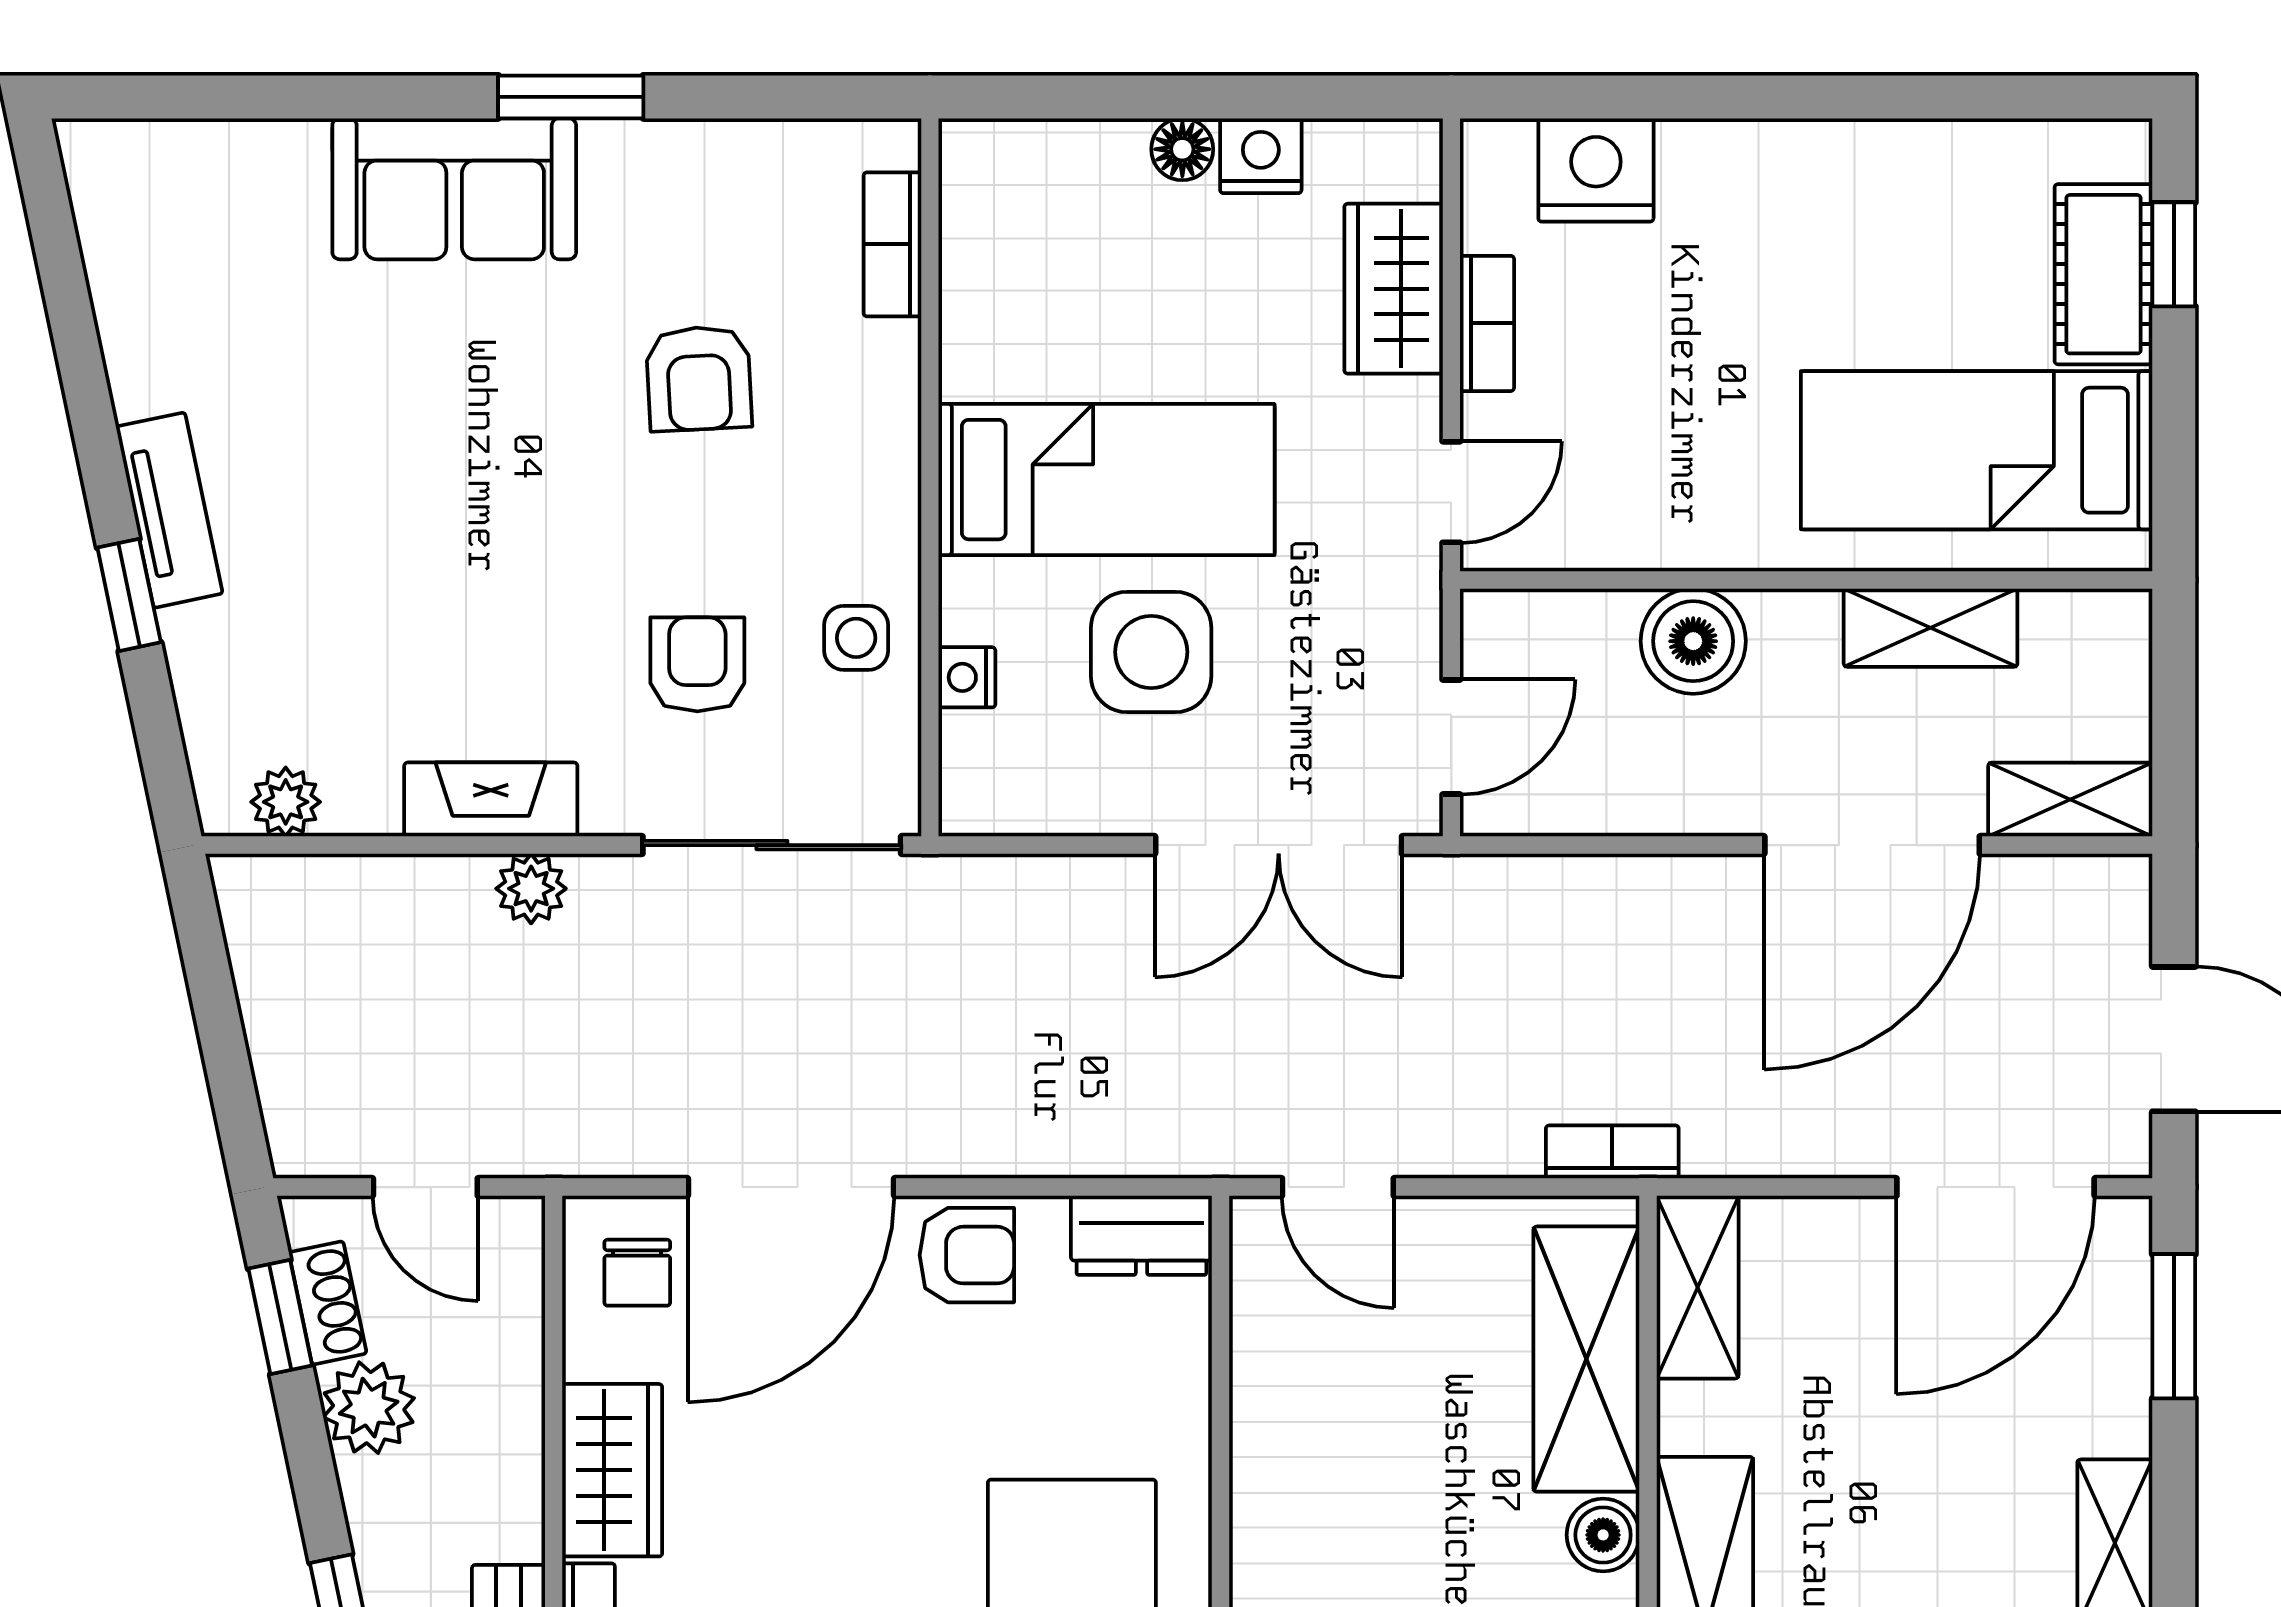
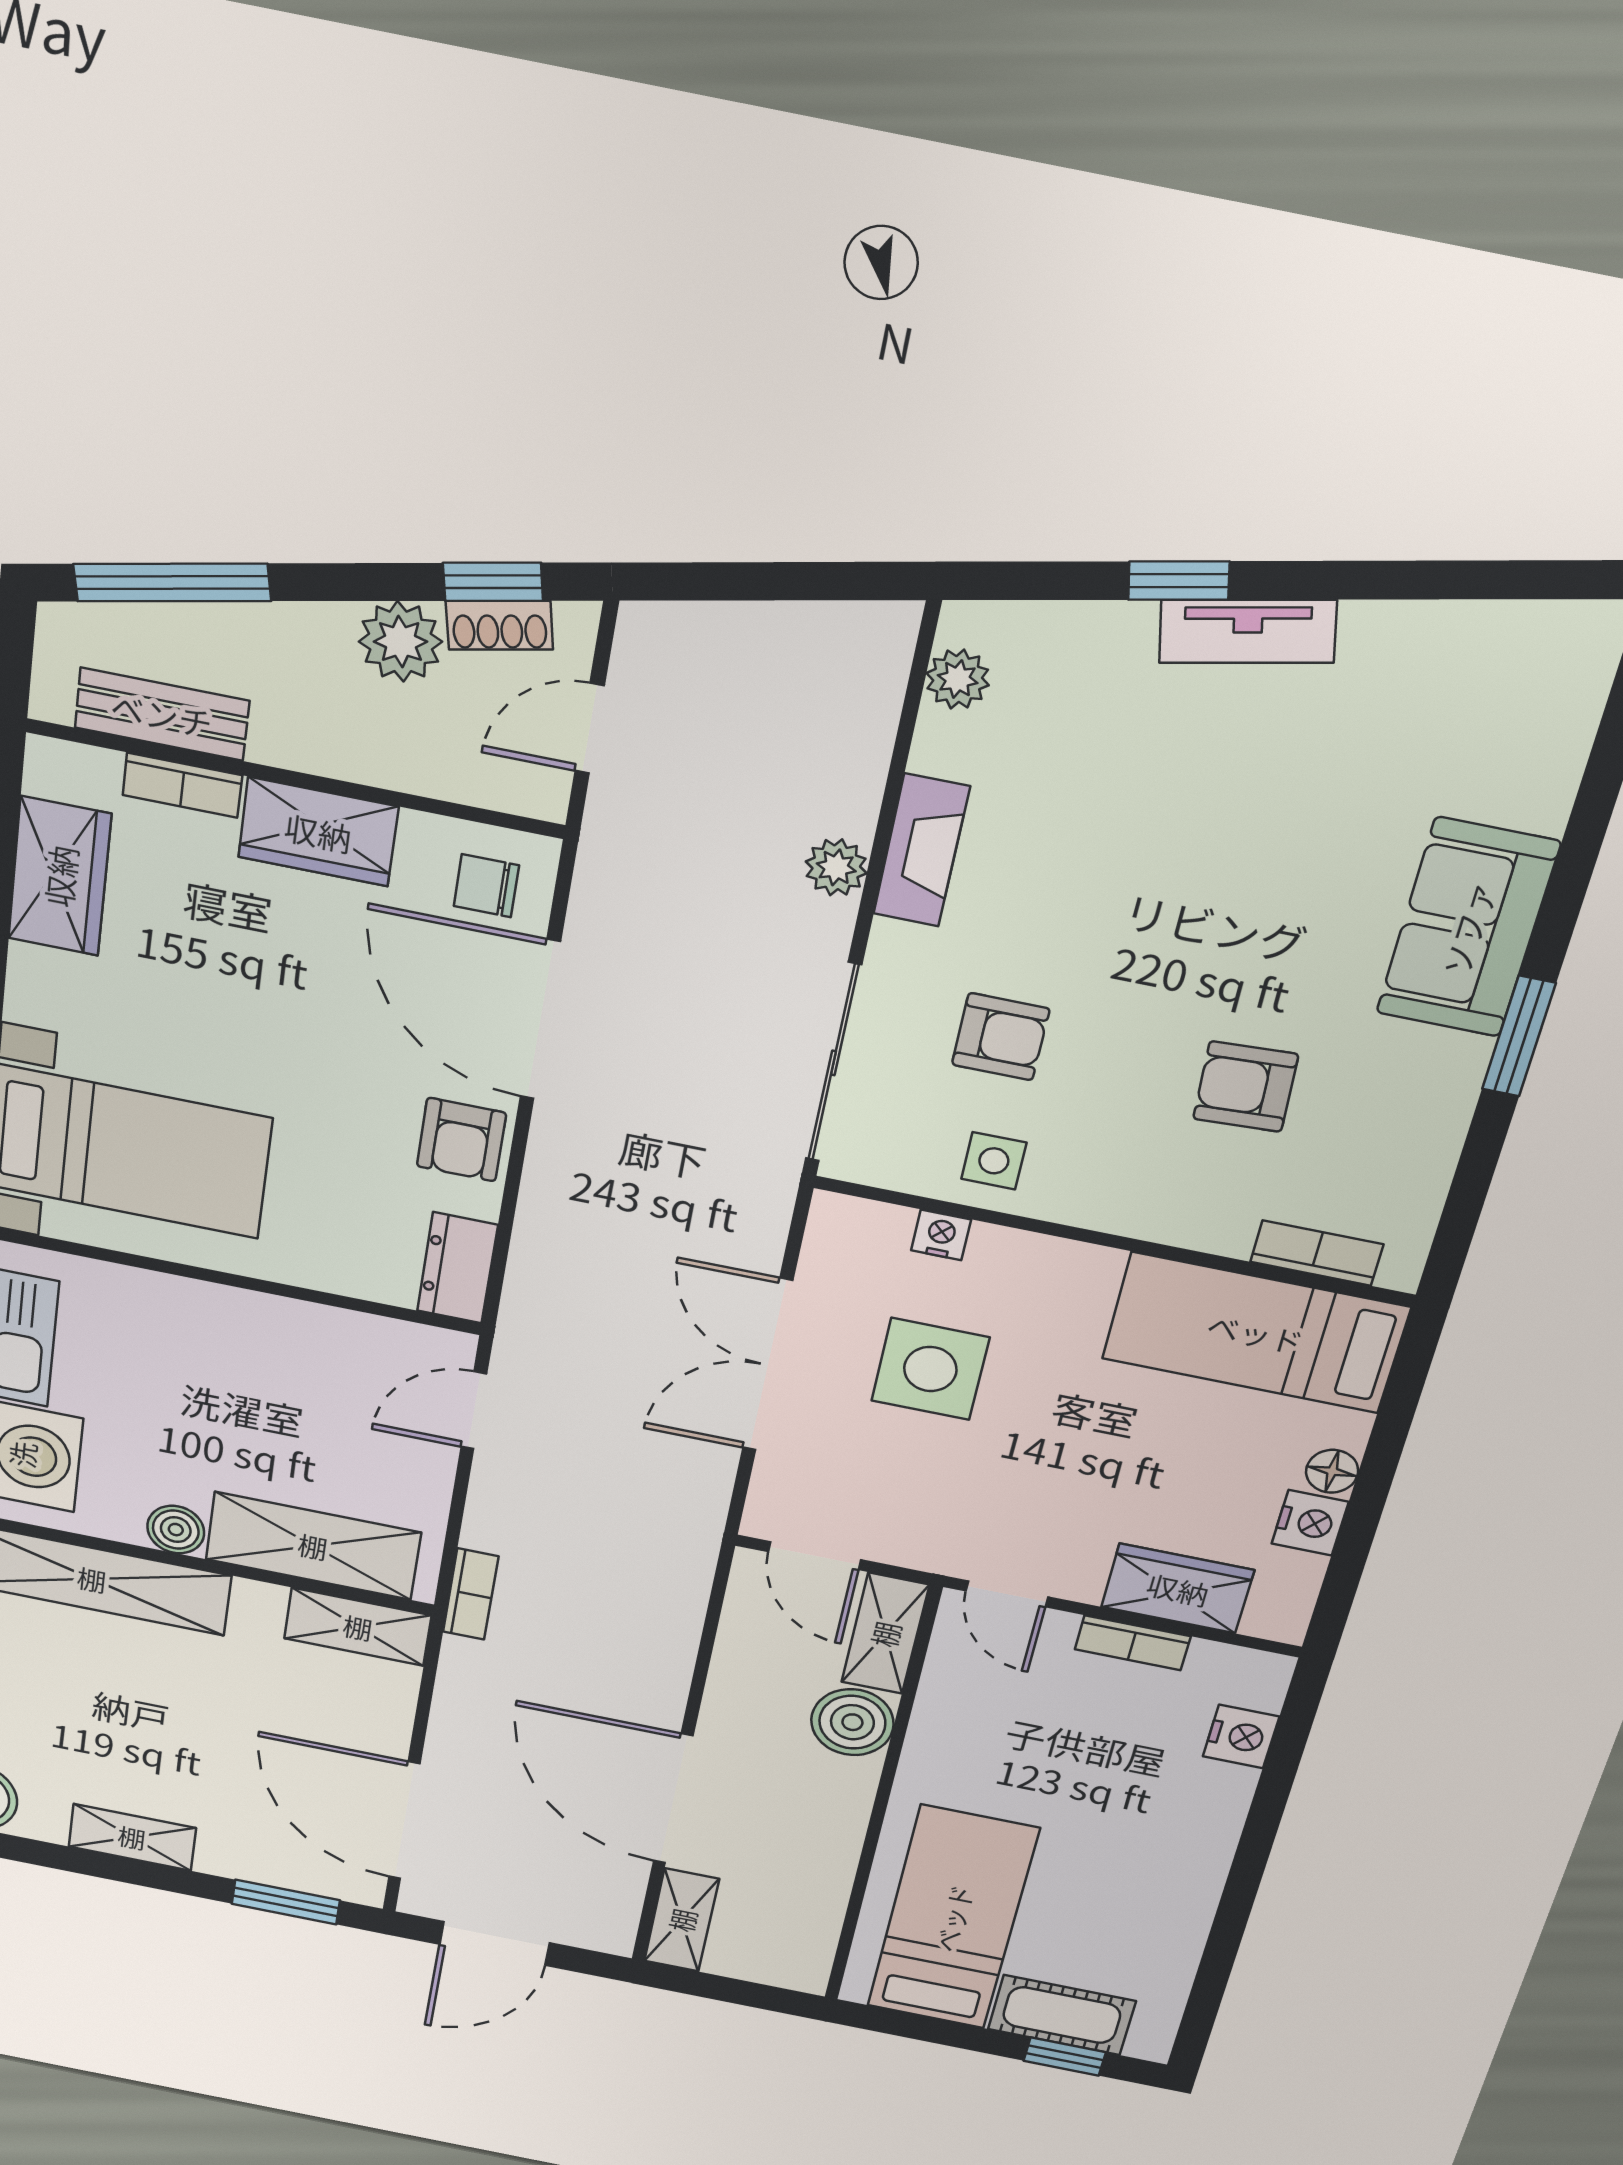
nightstand: (1596, 170) -> (1241, 1736), width x0.74, depth x0.75
bed: (1106, 480) -> (1256, 1333), moved, turned 90
shelving: (1931, 628) -> (885, 1634), moved
double door: (1279, 845) -> (768, 1365), moved

